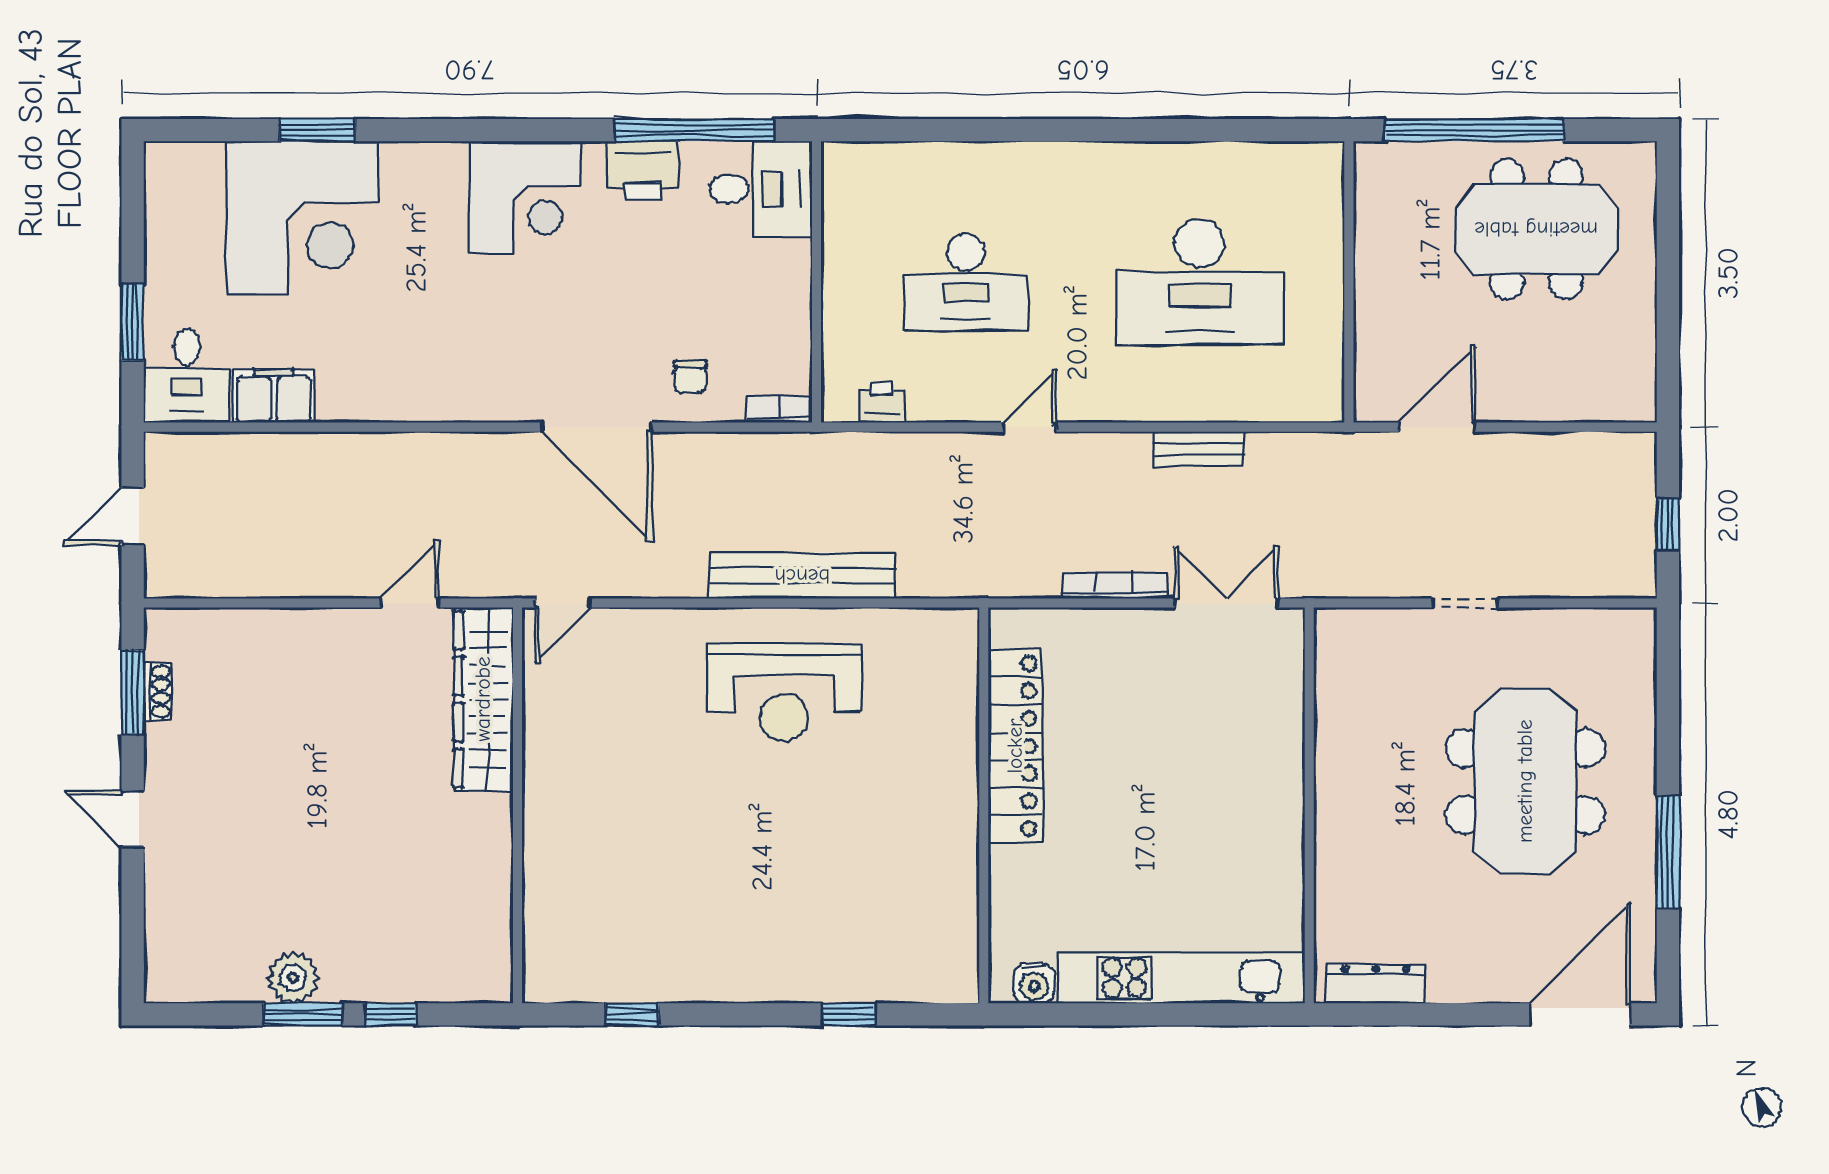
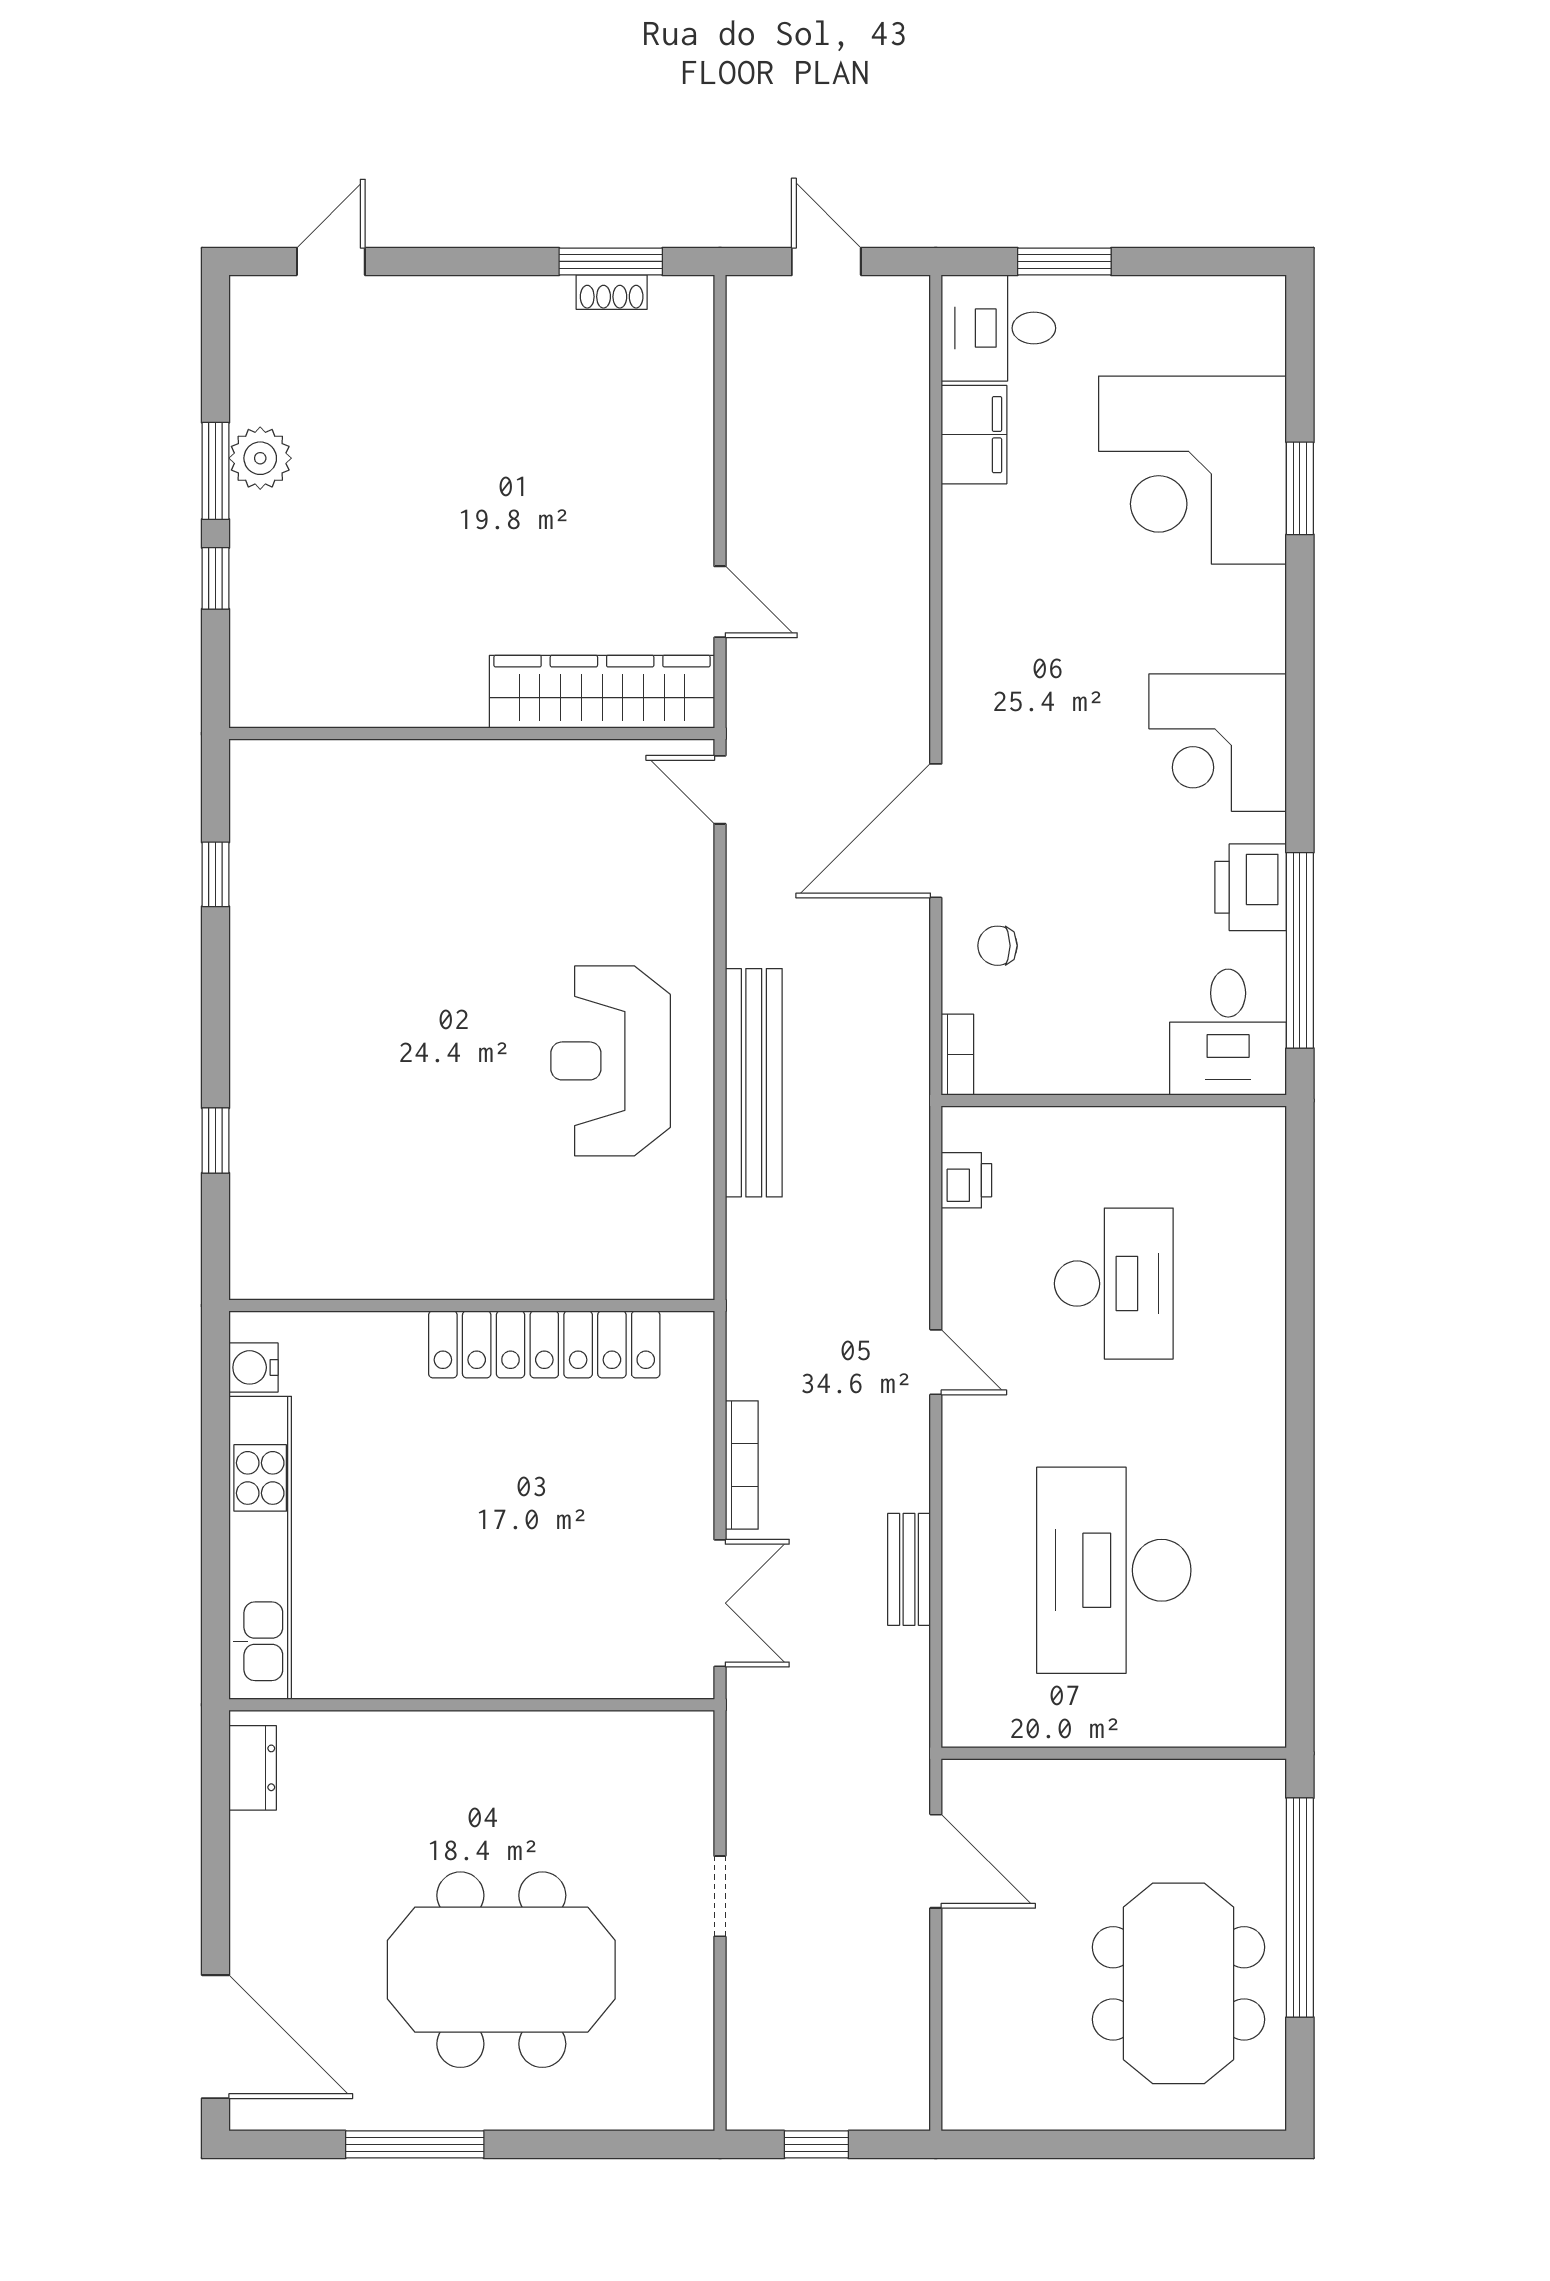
desk: (966, 282) -> (1114, 1284), turned 180
door: (133, 819) -> (331, 261), moved
dresser: (1376, 984) -> (253, 1768), width x0.70

